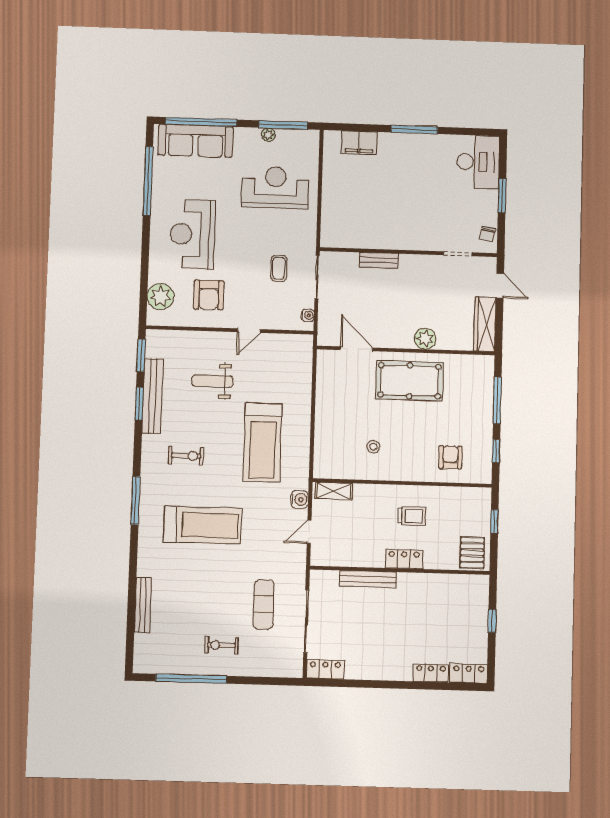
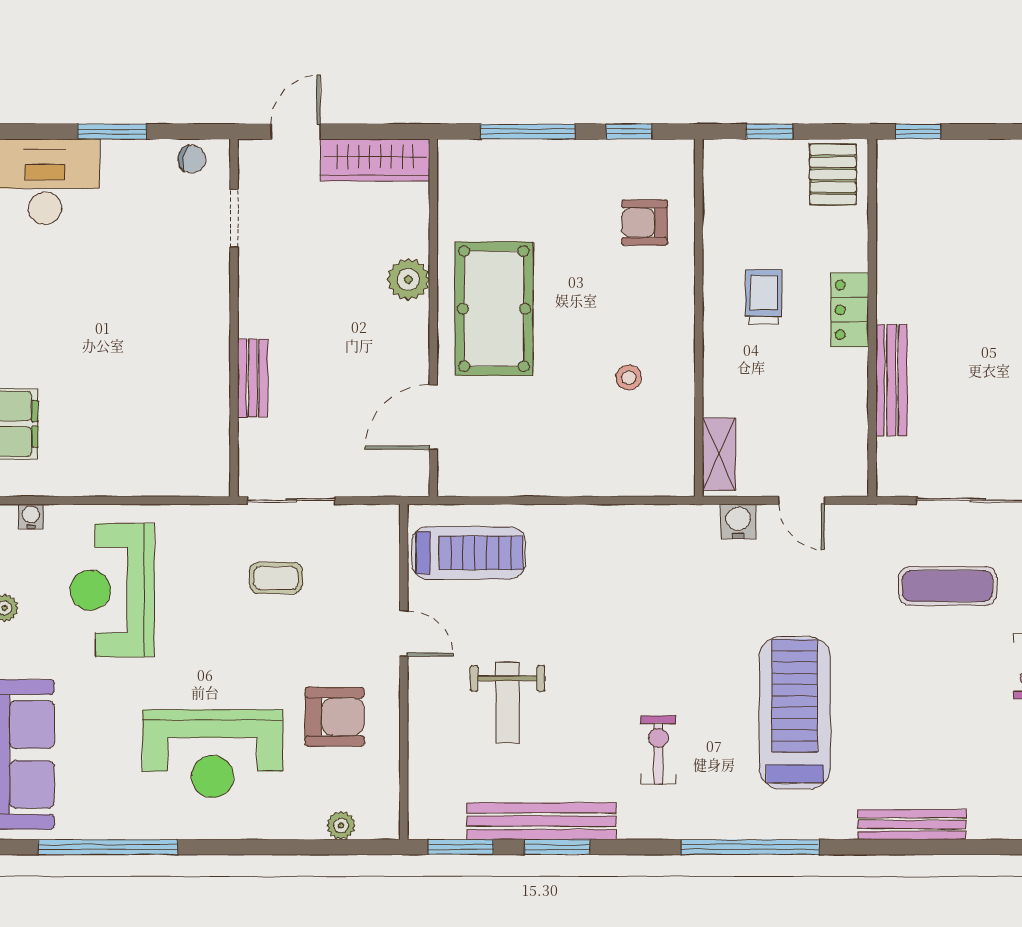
plant: (160, 297) -> (341, 825), width x0.53, depth x0.53
water cooler: (308, 315) -> (31, 516), moved
treadmill: (263, 442) -> (468, 553), moved, width x0.73, depth x0.73
window: (136, 500) -> (750, 847), width x1.46
pallet: (472, 553) -> (833, 175), turned 90
bench: (143, 605) -> (912, 825), moved
window: (492, 621) -> (918, 132), moved

